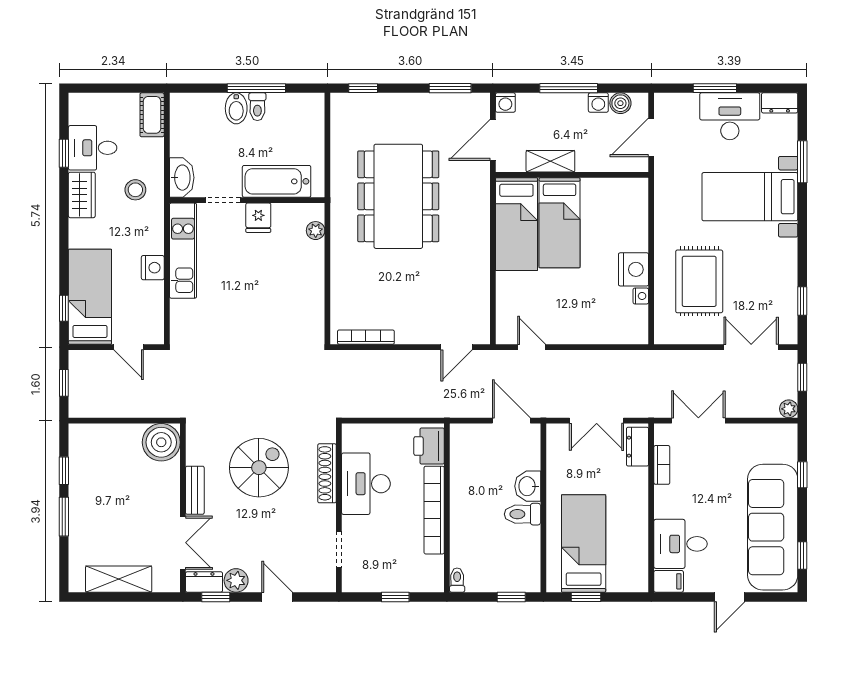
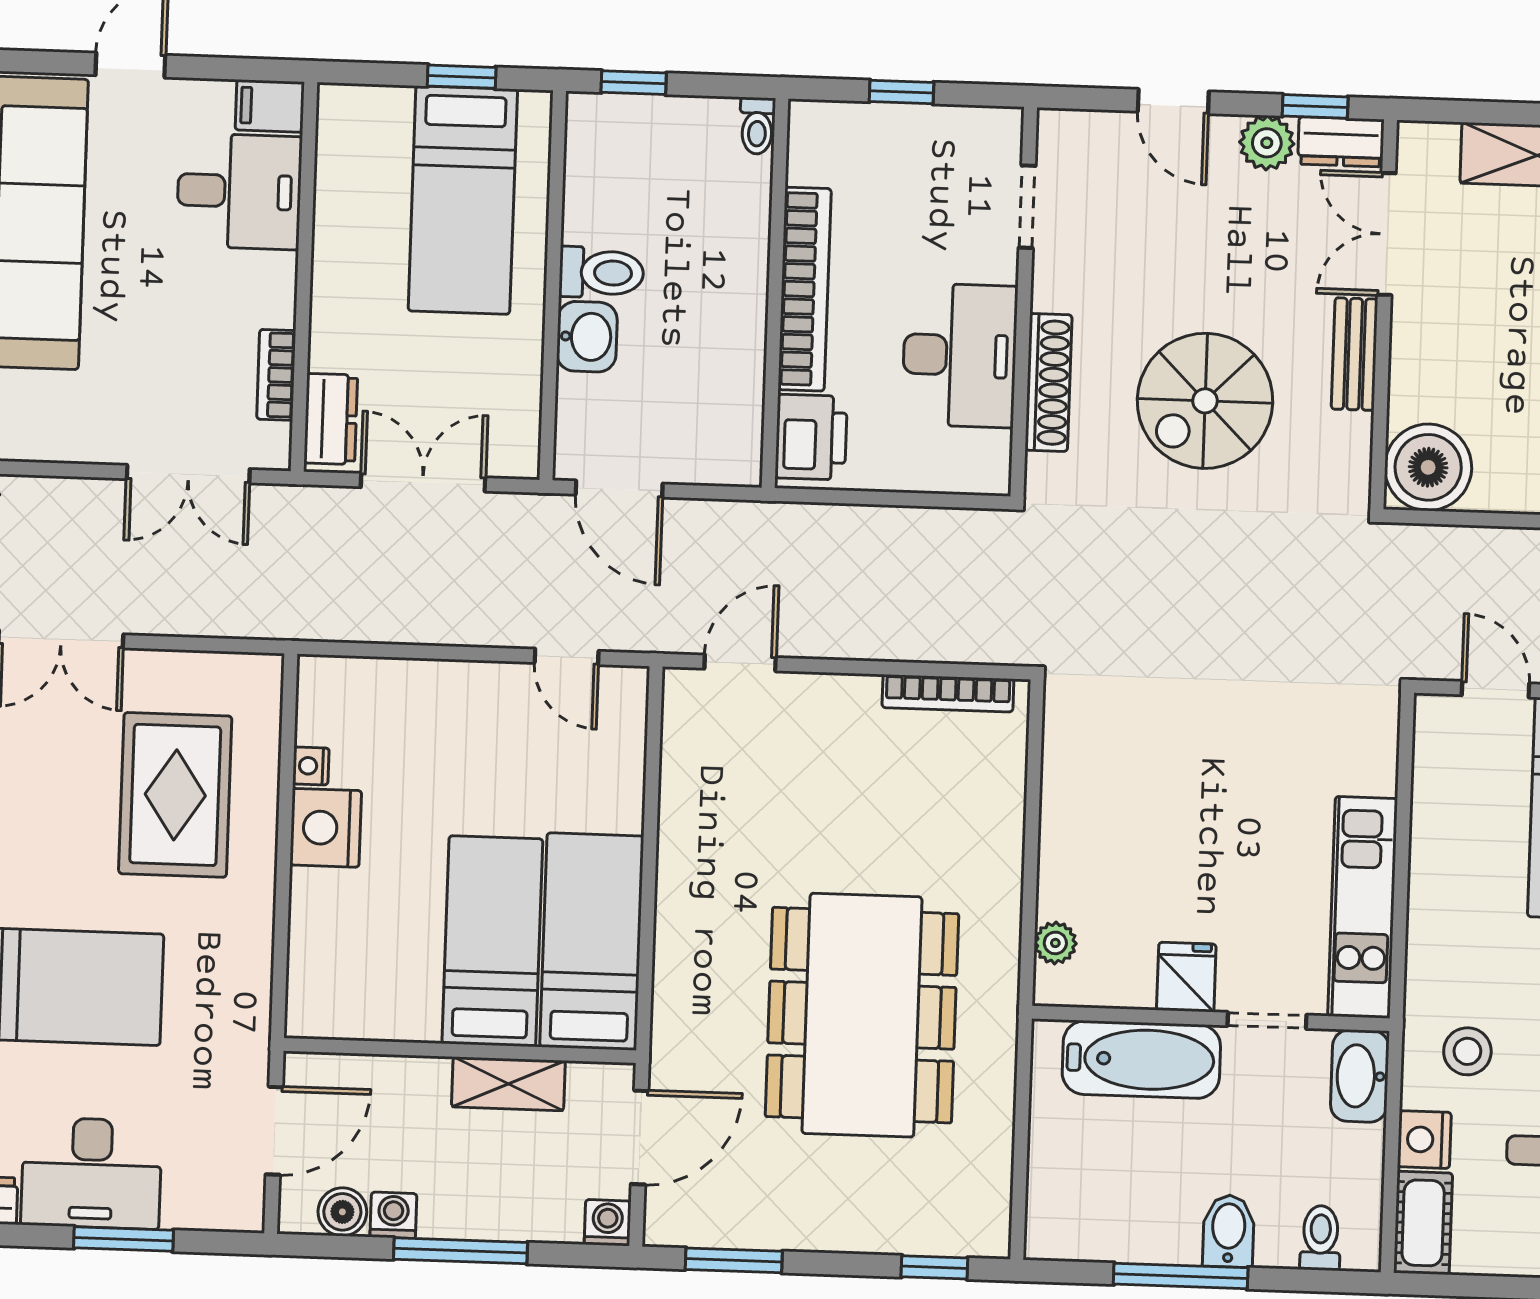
toilet: (257, 107) -> (1320, 1238), moved
nightstand: (153, 268) -> (1424, 1140), moved

